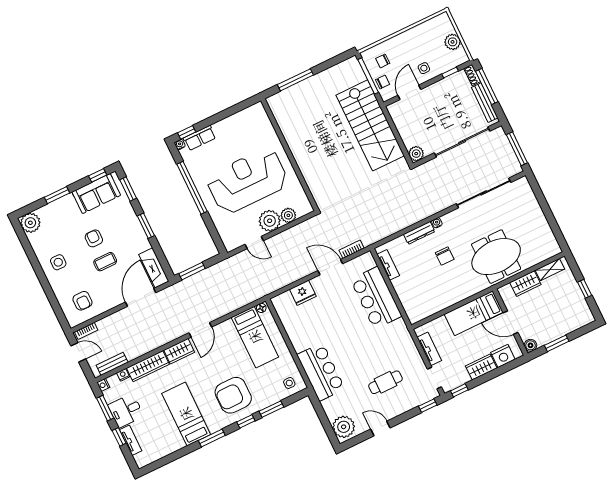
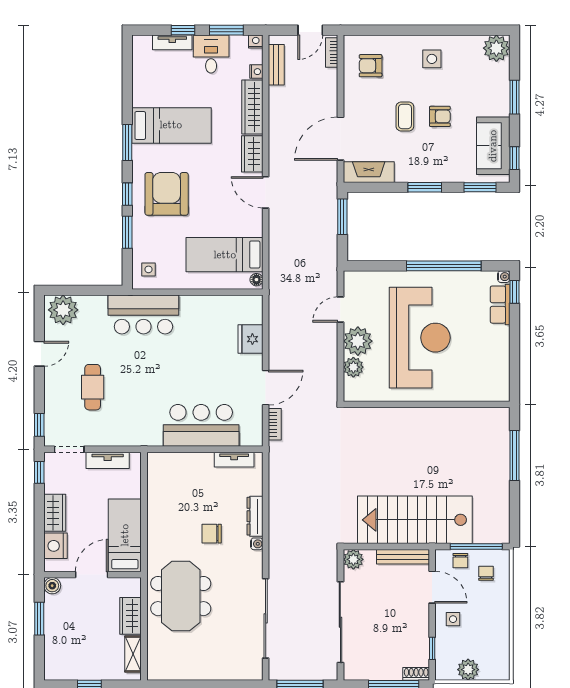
bench: (485, 103) -> (403, 557), moved
door: (141, 297) -> (340, 139), swing flipped

